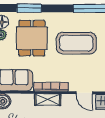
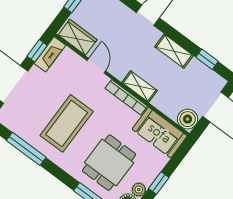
coffee table: (76, 43) -> (67, 123), turned 90

